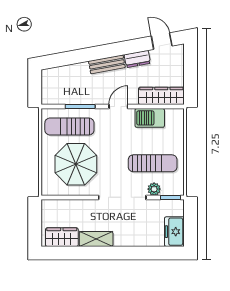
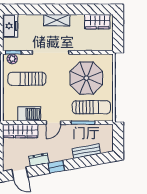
window: (115, 50) -> (56, 167), added
bench: (107, 64) -> (86, 151), moved
plant: (154, 189) -> (12, 59), moved
shelving: (96, 239) -> (57, 20), moved

